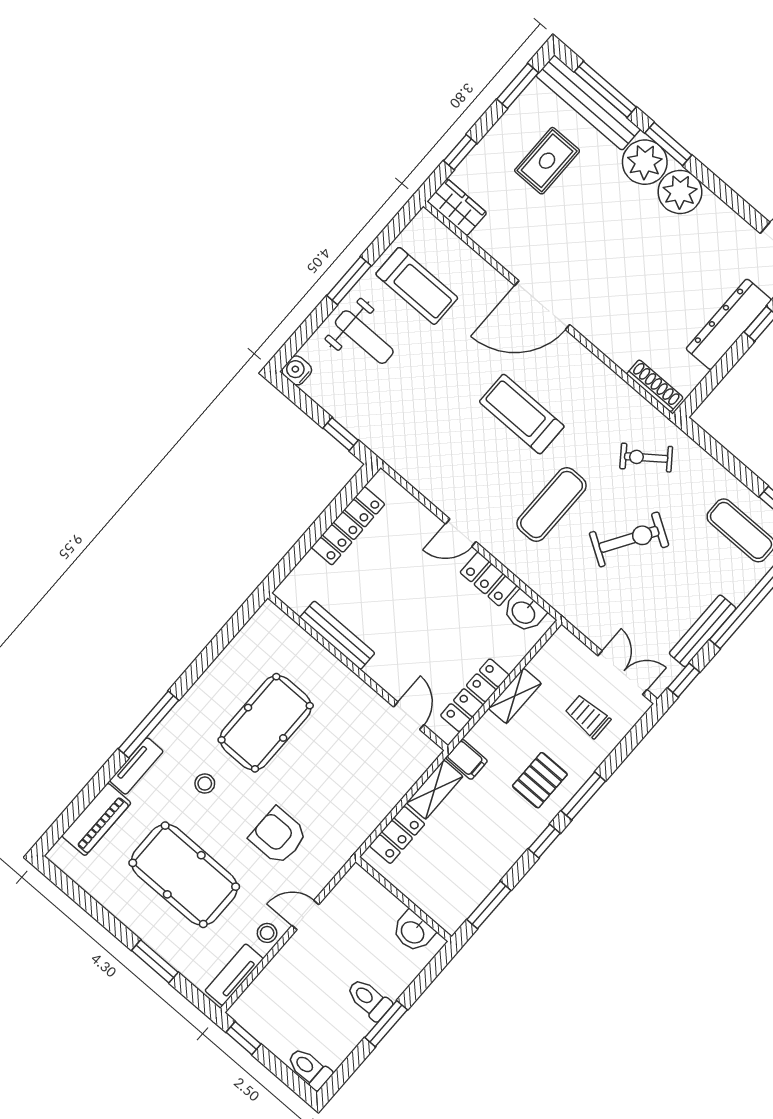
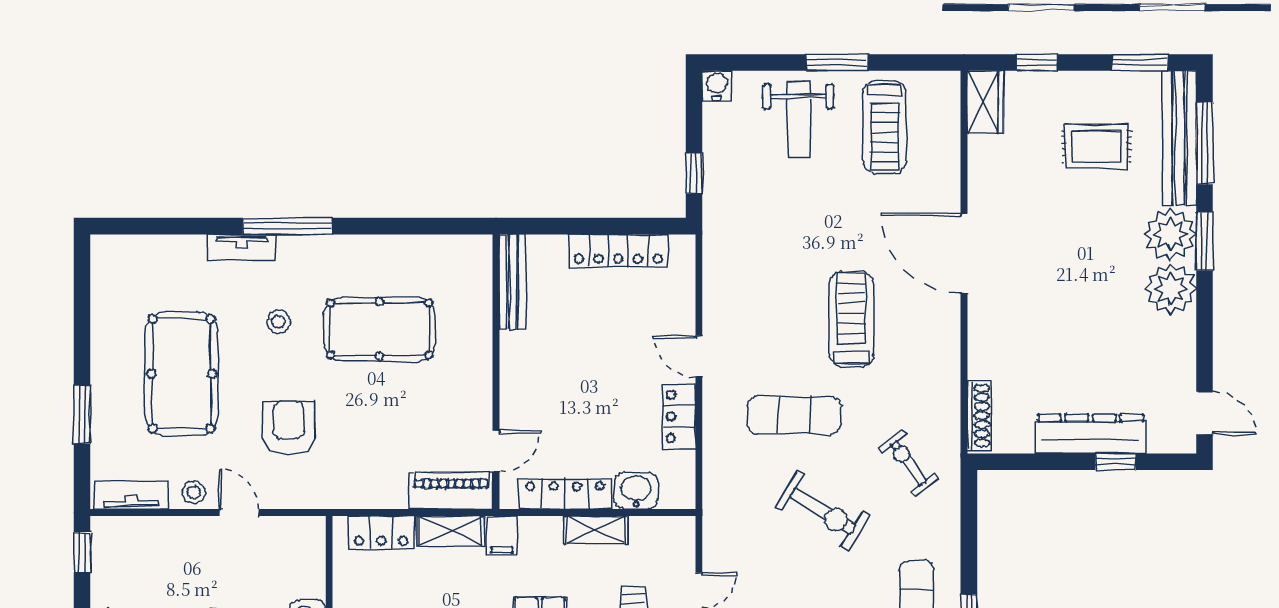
washbasin: (524, 612) -> (636, 491), moved, turned 90
bench: (337, 635) -> (513, 282), moved
piano: (96, 819) -> (451, 491), moved, turned 180

